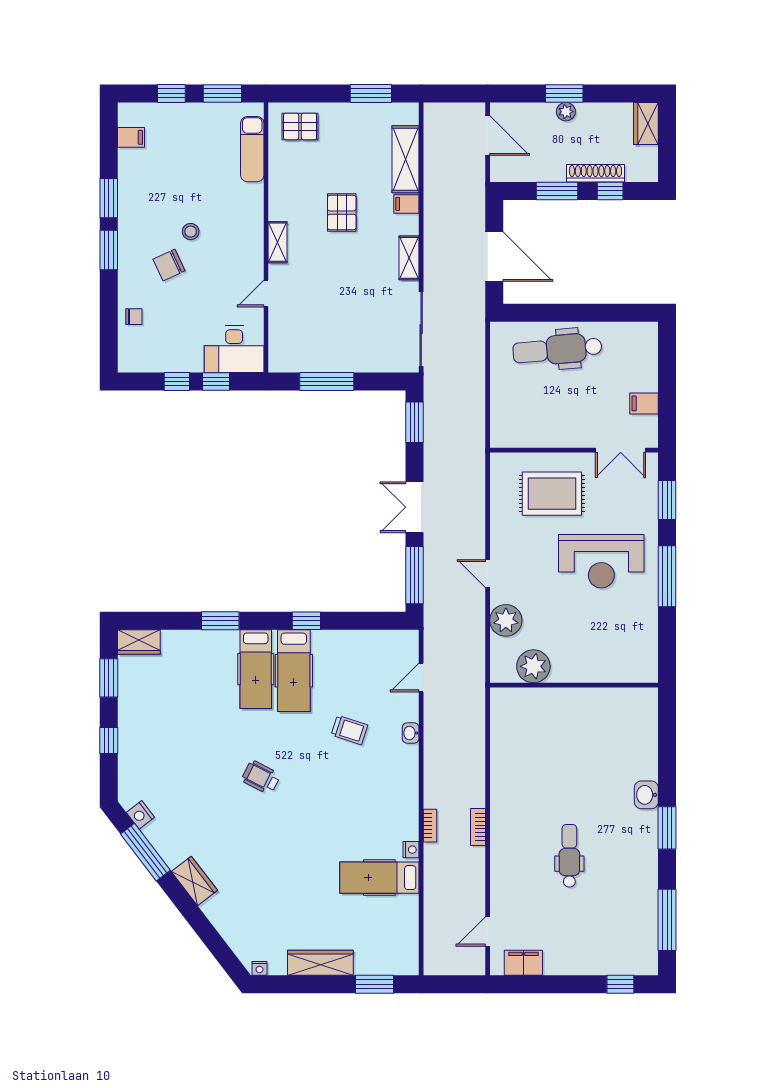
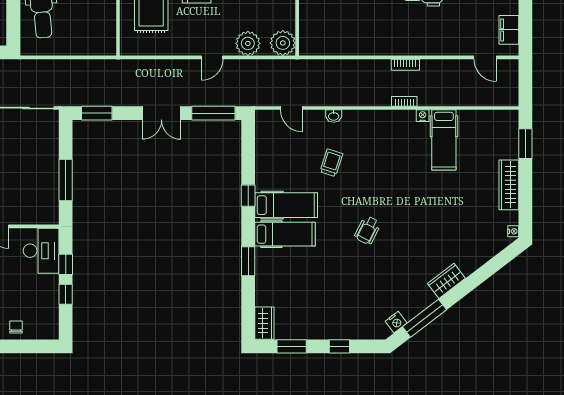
plant: (533, 666) -> (283, 43), moved

